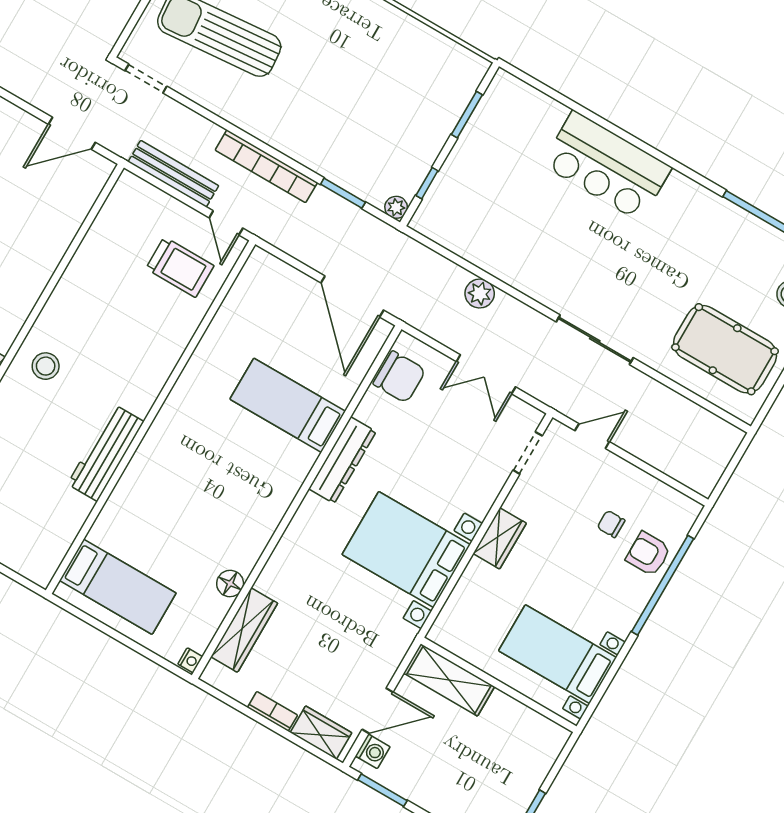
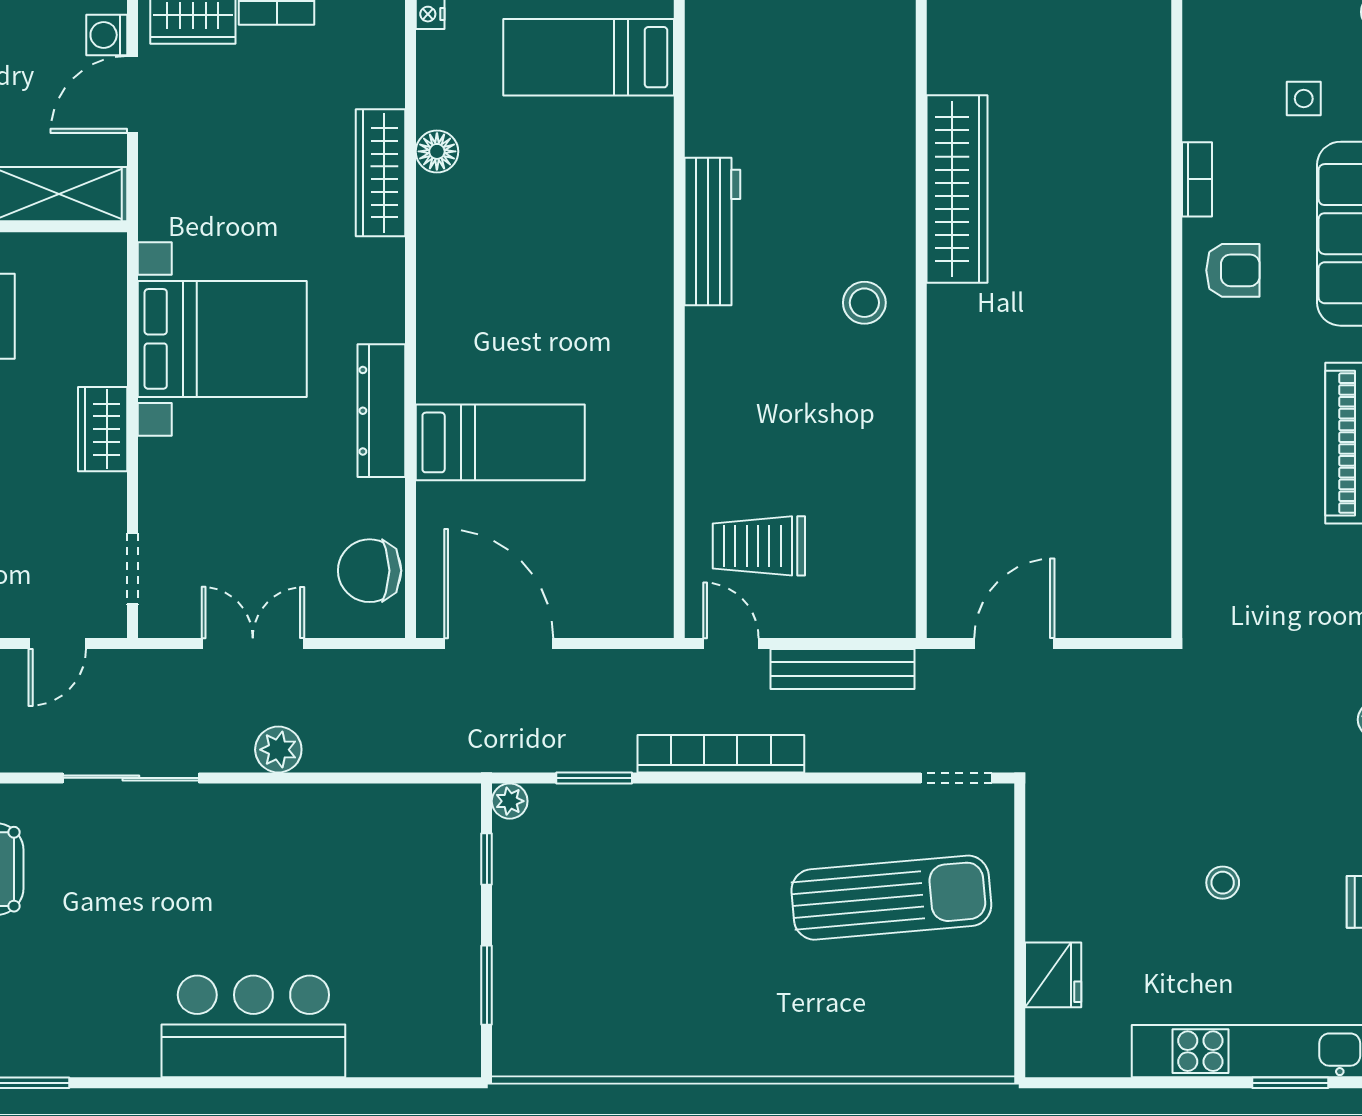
plant: (480, 294) -> (278, 750), moved
wardrobe: (244, 630) -> (380, 173), moved

